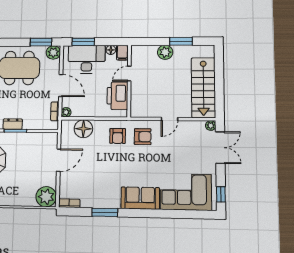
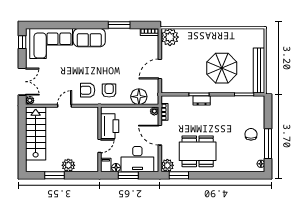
window: (83, 42) -> (128, 175), moved
double door: (220, 148) -> (22, 82), swing flipped

